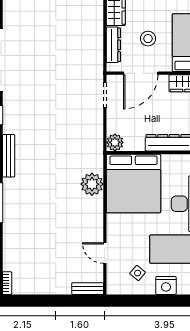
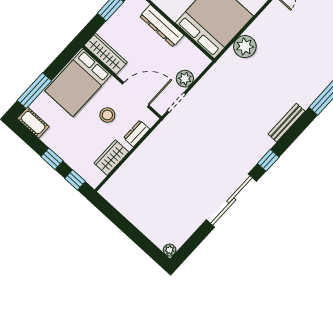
dresser: (113, 45) -> (137, 134), width x0.70
plant: (115, 142) -> (185, 79), moved

